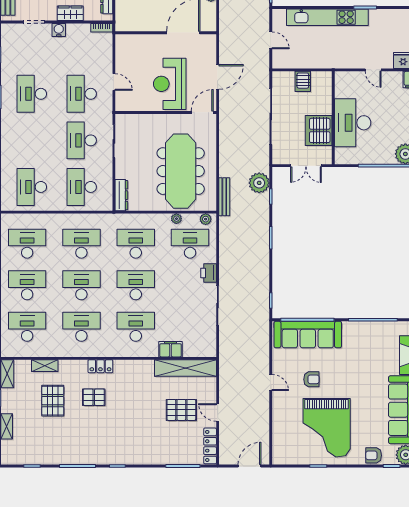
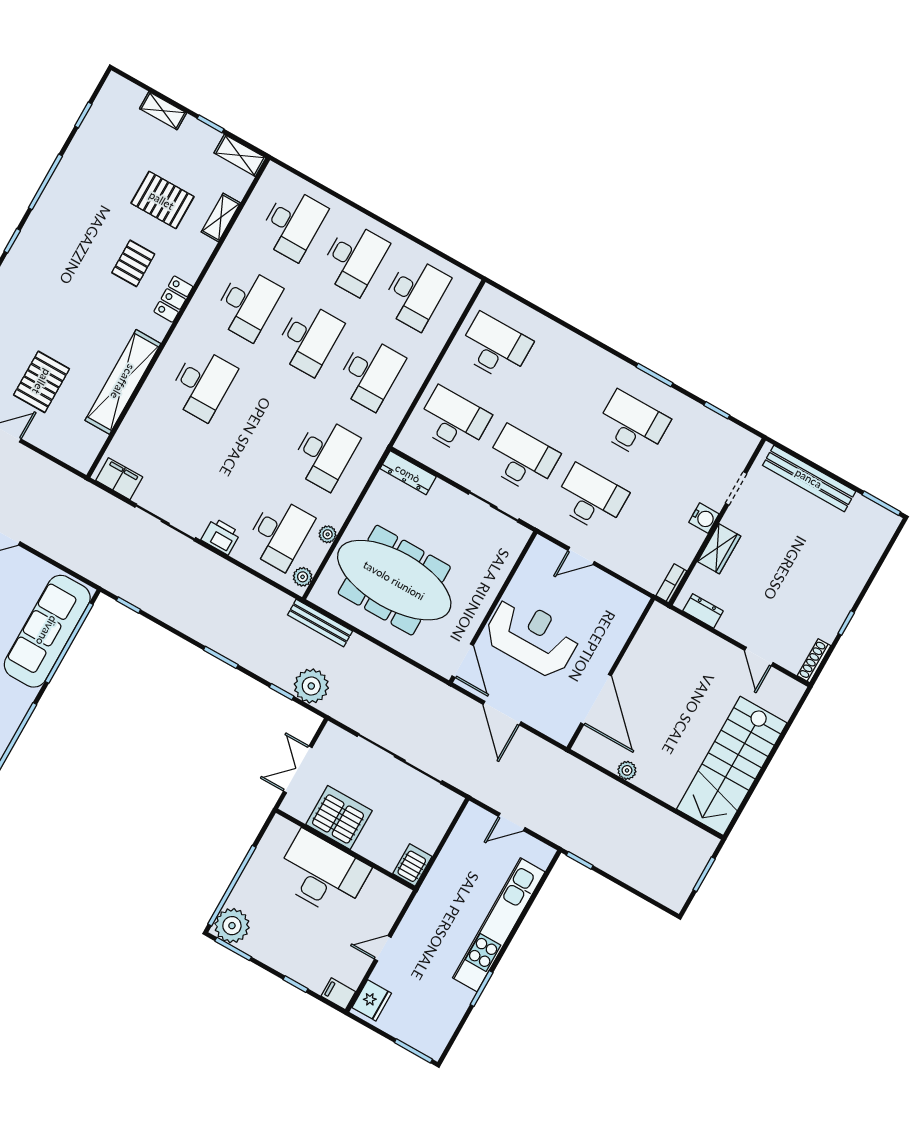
server rack: (303, 81) -> (412, 865), moved, turned 90
desk: (136, 285) -> (263, 419), removed
filing cabinet: (171, 349) -> (119, 479), moved, turned -90
shelving: (185, 368) -> (123, 382), moved

